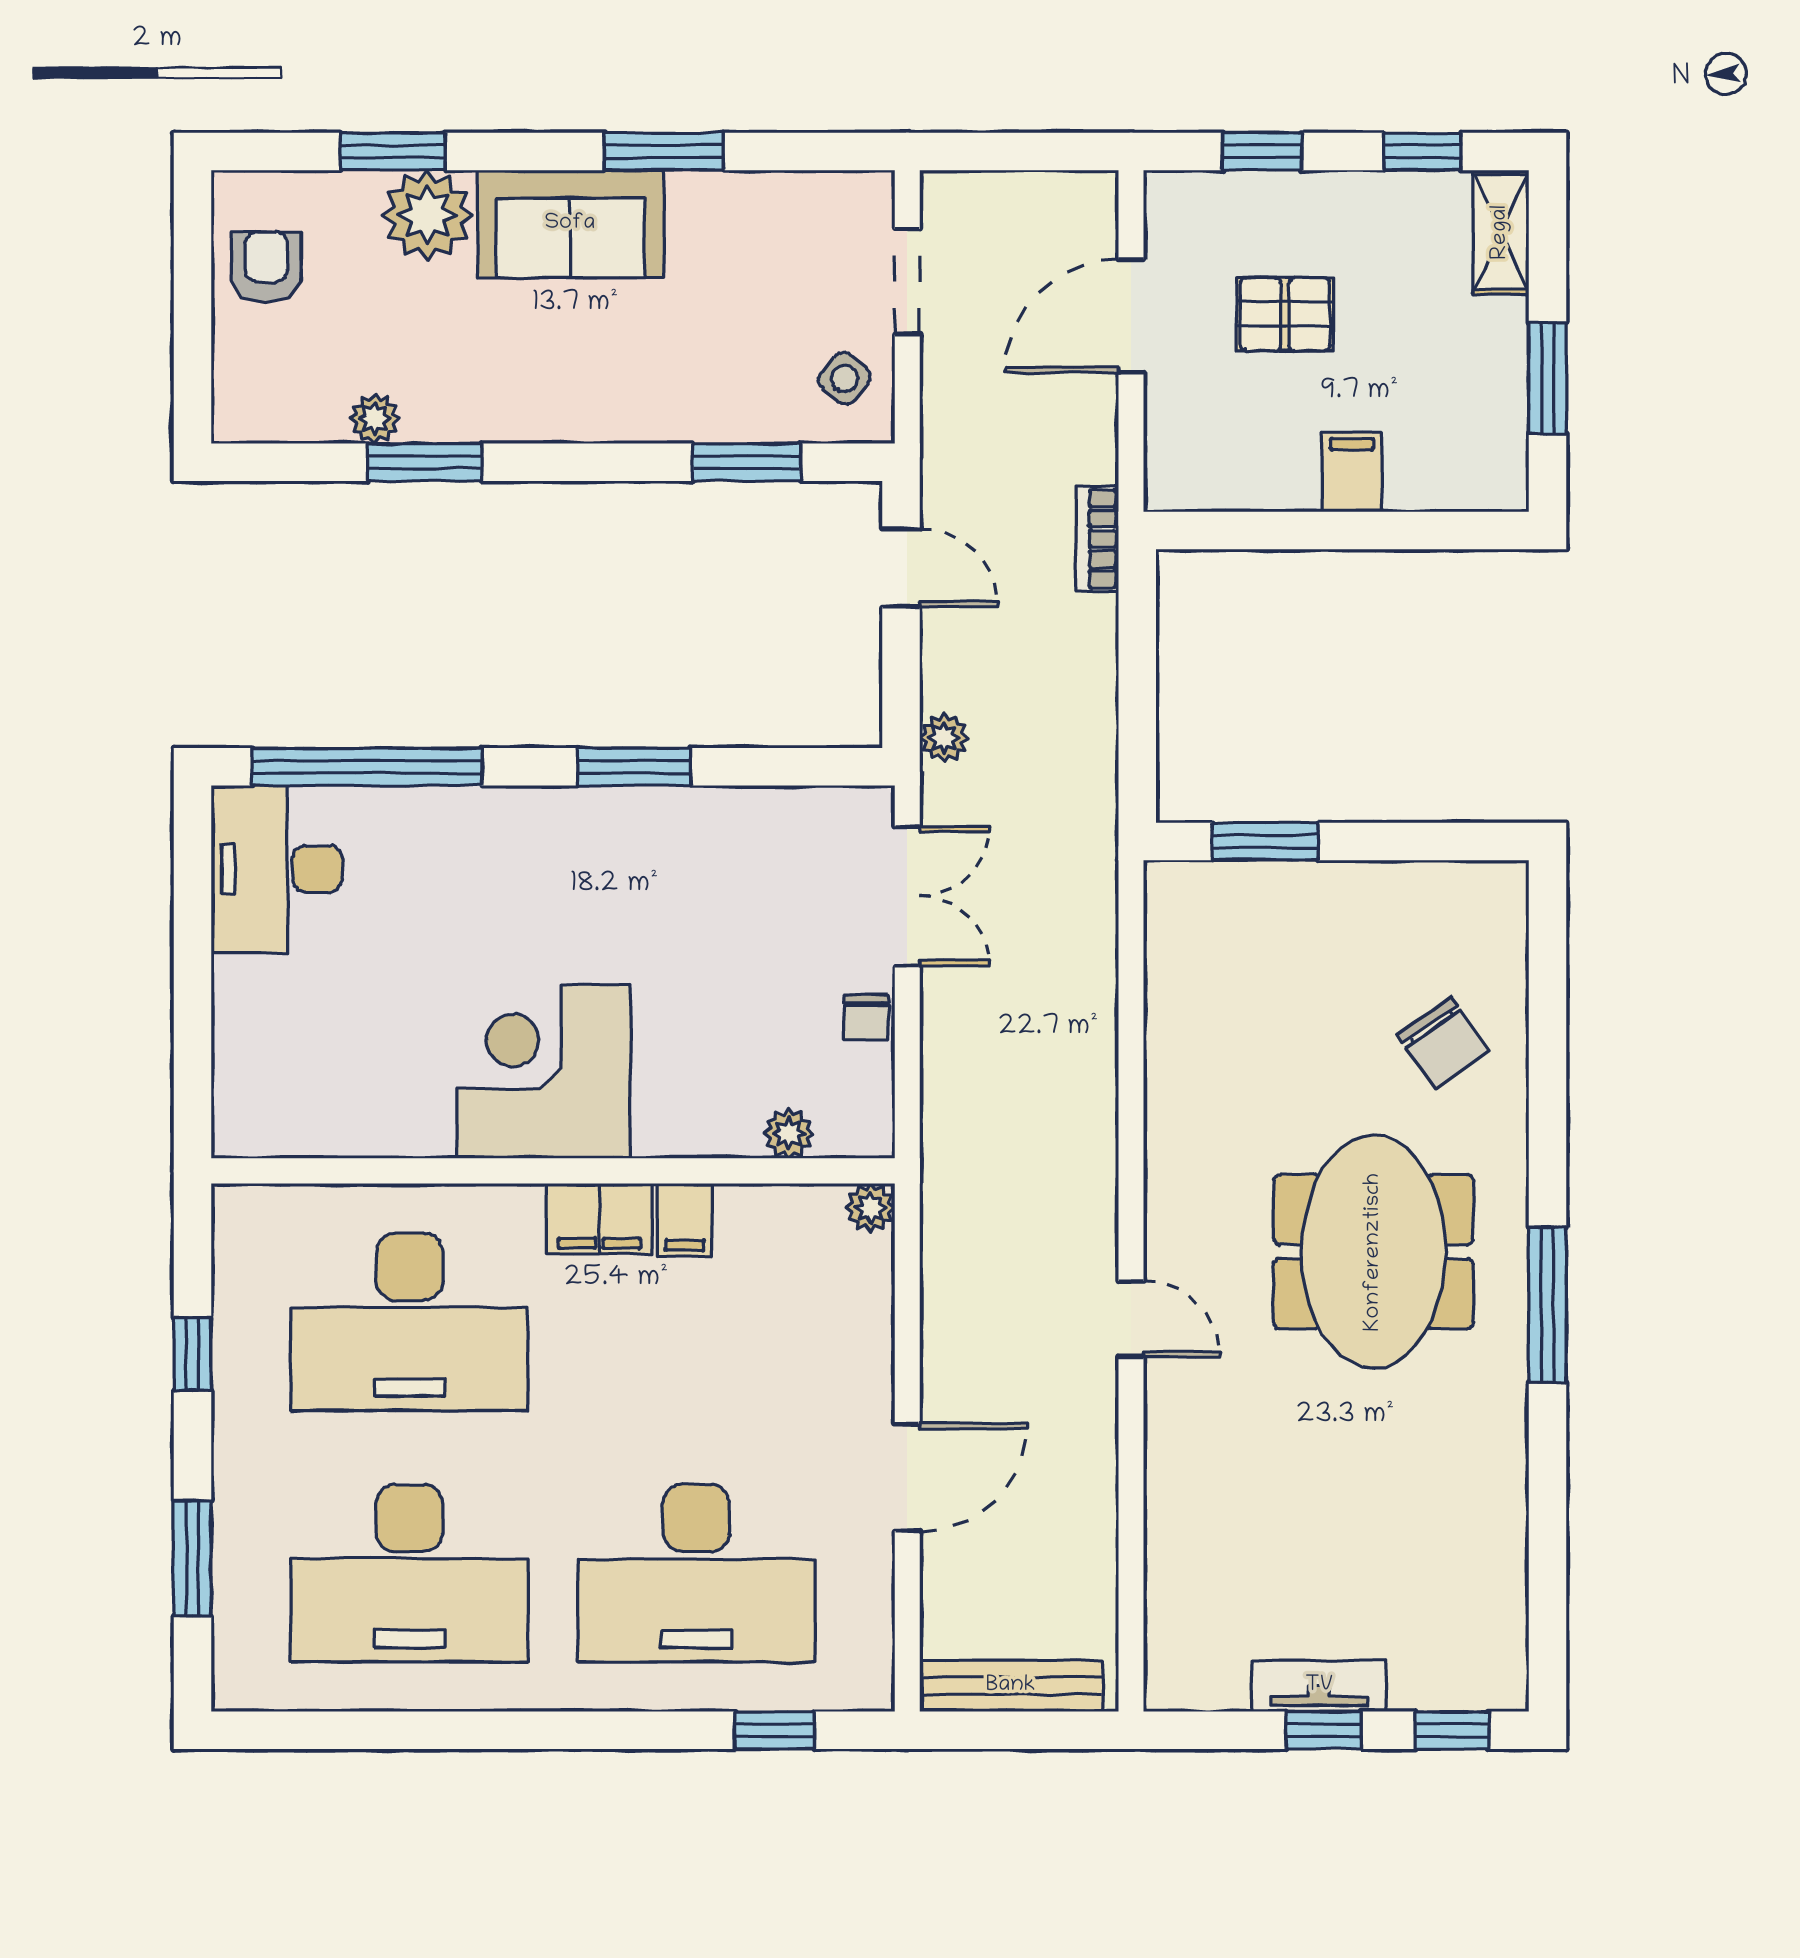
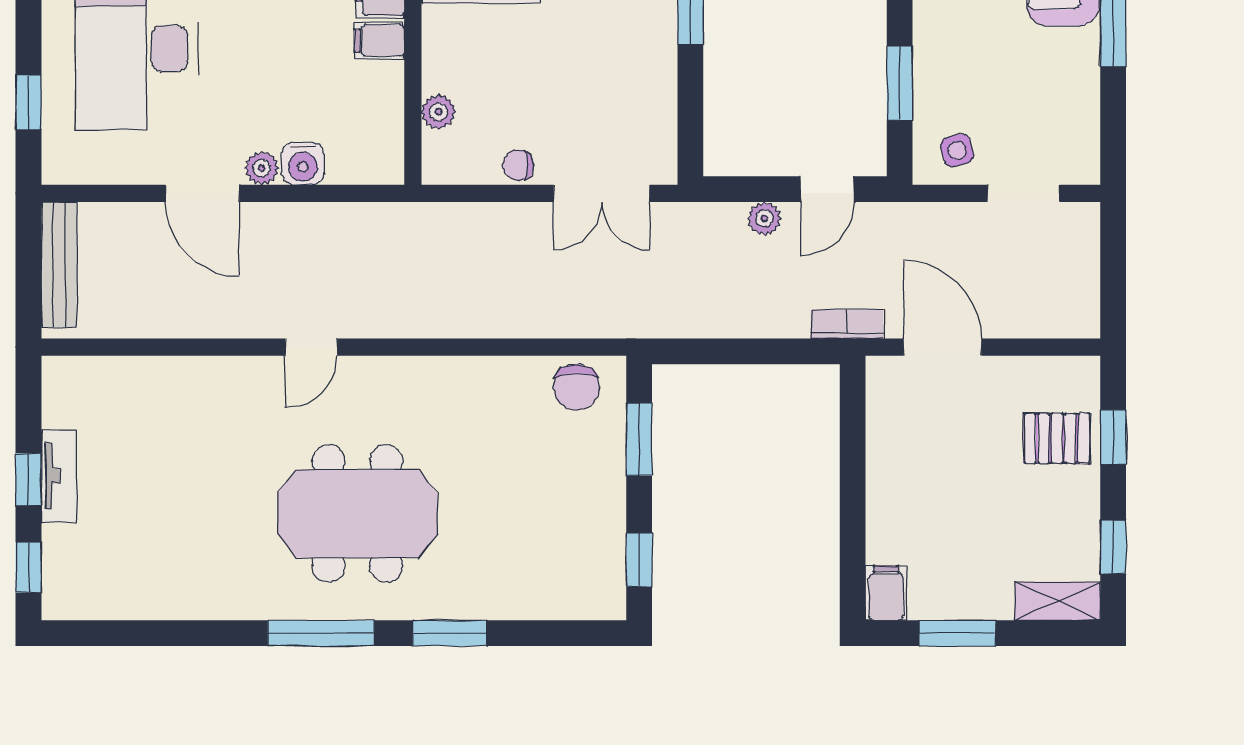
pallet: (1285, 314) -> (1057, 438), moved, turned 90
door: (1131, 316) -> (942, 347), moved
side table: (845, 378) -> (957, 150), turned 33
filing cabinet: (1352, 472) -> (886, 593), moved, turned -90
plant: (944, 738) -> (764, 218), moved
window: (1441, 841) -> (639, 560), added
chair: (1443, 1043) -> (577, 387), moved, turned -55
window: (1548, 1118) -> (449, 633), added
plant: (871, 1208) -> (262, 168), moved
water cooler: (864, 1331) -> (303, 164), added

